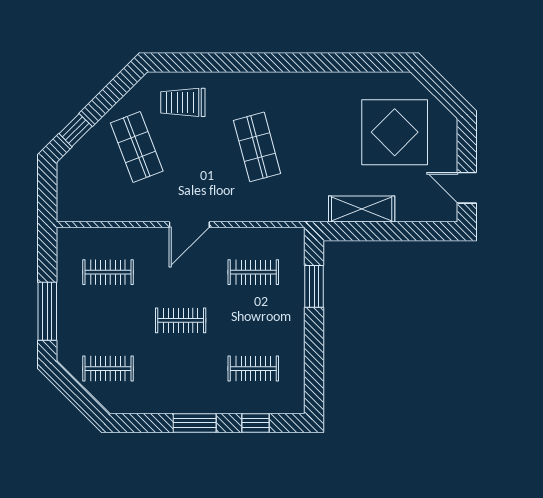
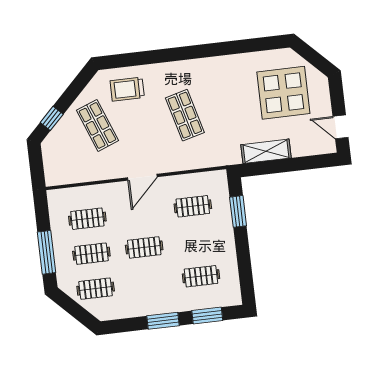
clothes rail: (108, 320) -> (91, 254), added
window: (256, 423) -> (207, 316), width x1.50

